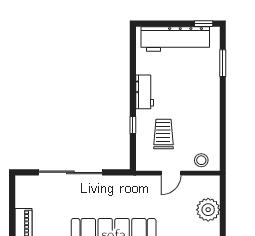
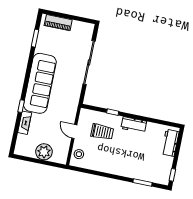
workbench: (175, 39) -> (170, 143), width x0.53, depth x0.76

